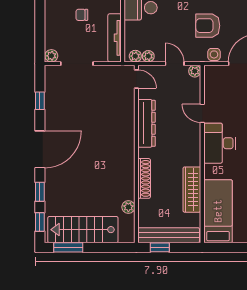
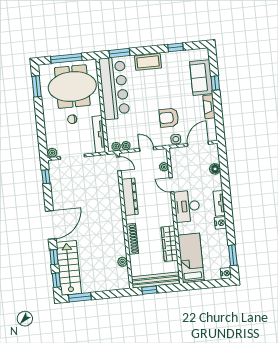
plant: (195, 71) -> (164, 167), moved
window: (40, 101) -> (46, 177), moved
stairs: (83, 230) -> (69, 268), moved, turned 90

